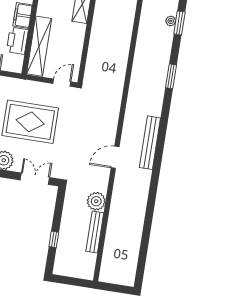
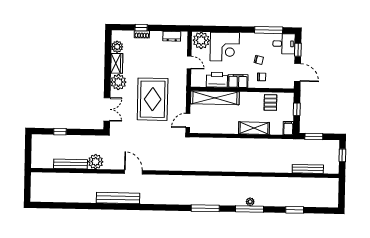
window: (179, 23) -> (250, 209), width x1.44
window: (171, 76) -> (205, 208), width x1.44
door: (62, 83) -> (188, 120), swing flipped
bench: (150, 143) -> (118, 198), moved

